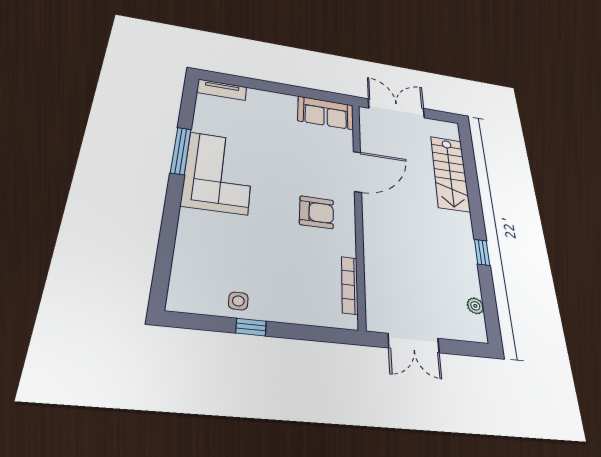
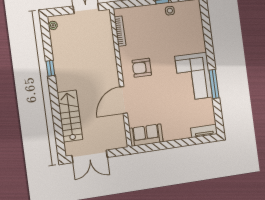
double door: (396, 108) -> (90, 156), moved
plant: (475, 306) -> (53, 25), moved

